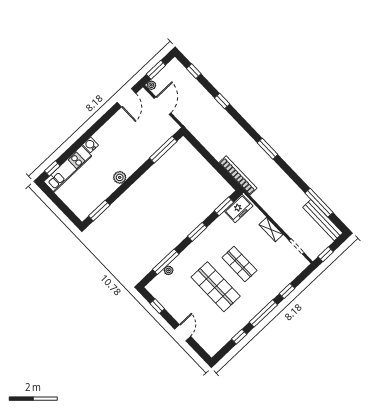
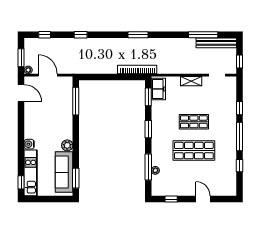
sofa: (95, 196) -> (64, 172), added

